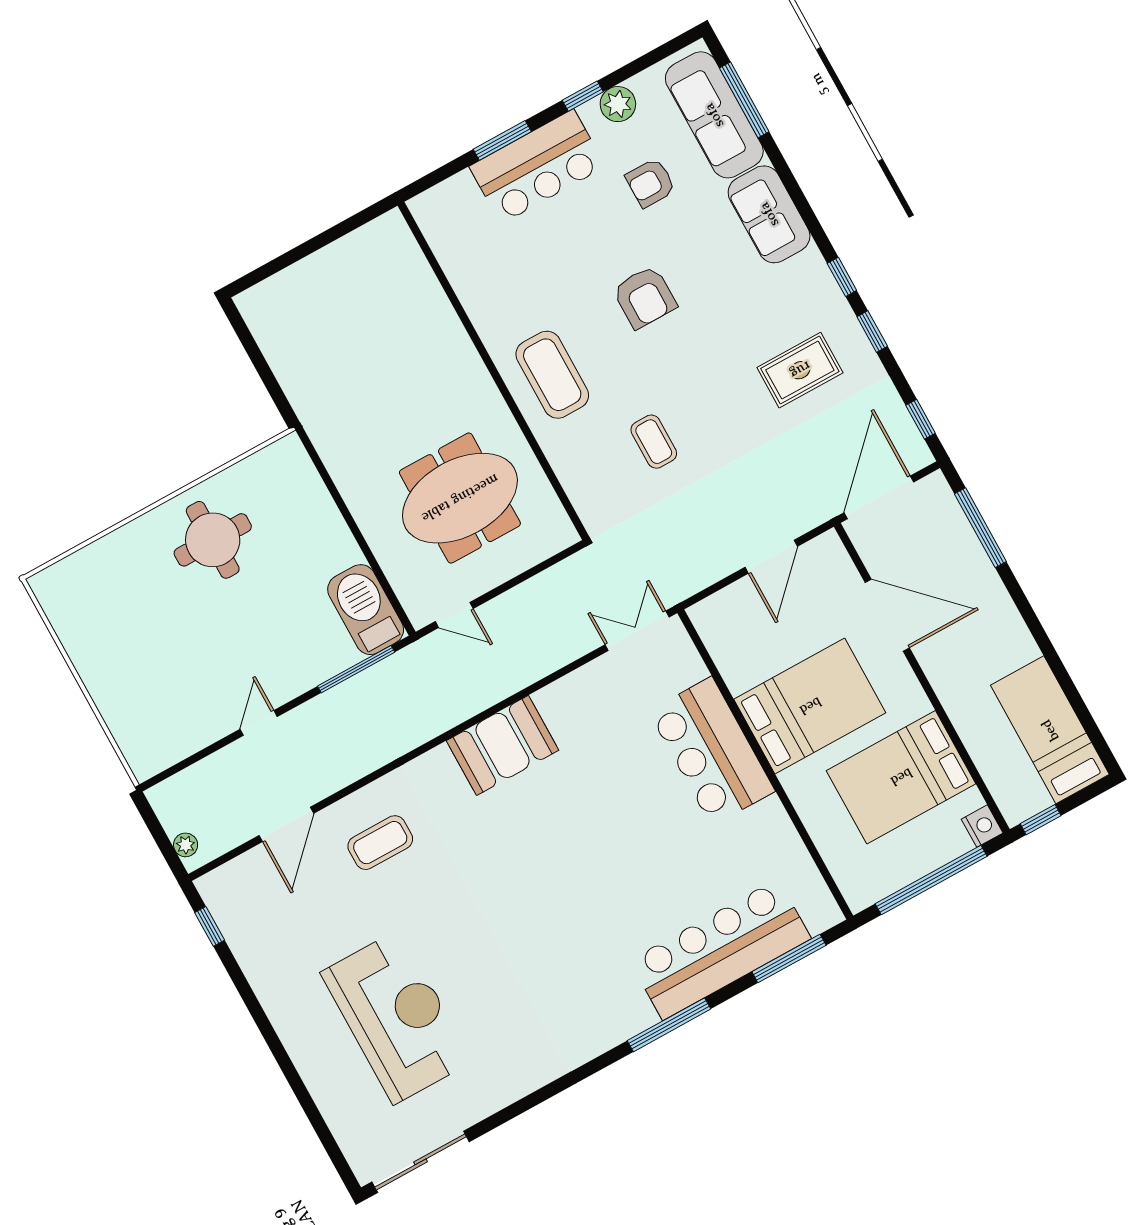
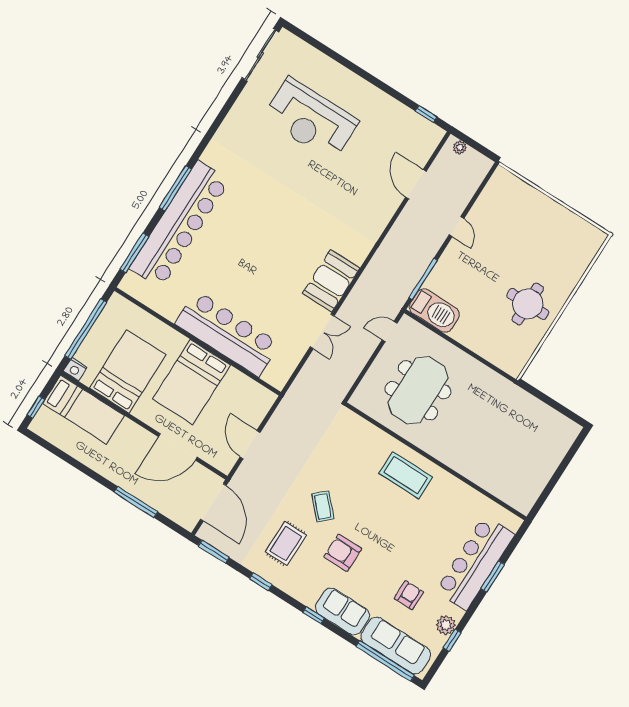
window: (583, 96) -> (452, 640), moved
window: (744, 100) -> (385, 661), width x1.46
bar counter: (537, 167) -> (475, 563), width x1.36
window: (842, 277) -> (314, 615), moved
armchair: (645, 297) -> (343, 553), moved
window: (921, 419) -> (214, 552), width x1.50
coffee table: (654, 442) -> (323, 506), moved, turned 47
window: (980, 528) -> (136, 502), moved
double door: (637, 631) -> (322, 331), moved
bed: (1050, 730) -> (83, 409), moved
bar counter: (712, 751) -> (227, 334), width x1.36
window: (1041, 820) -> (36, 407), moved
coffee table: (380, 843) -> (365, 200), removed
bar counter: (720, 950) -> (179, 224), width x1.36

